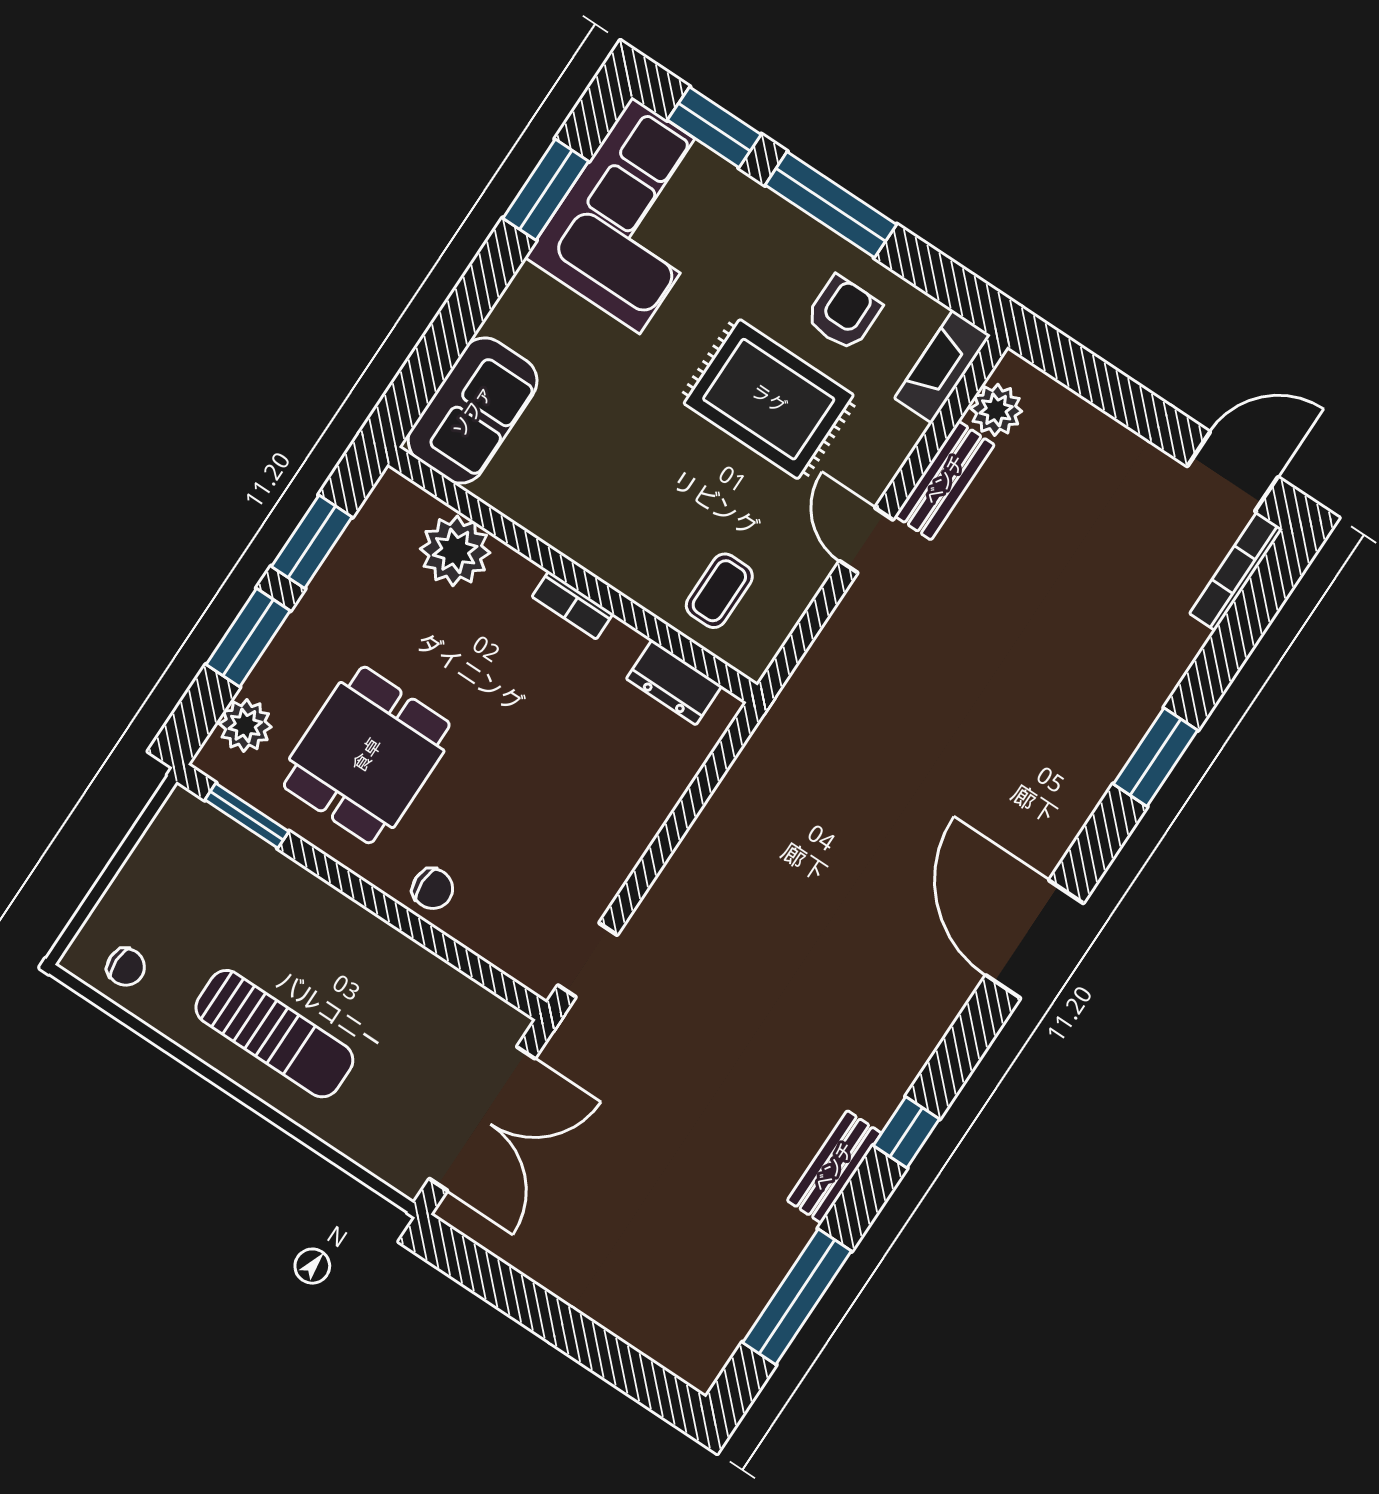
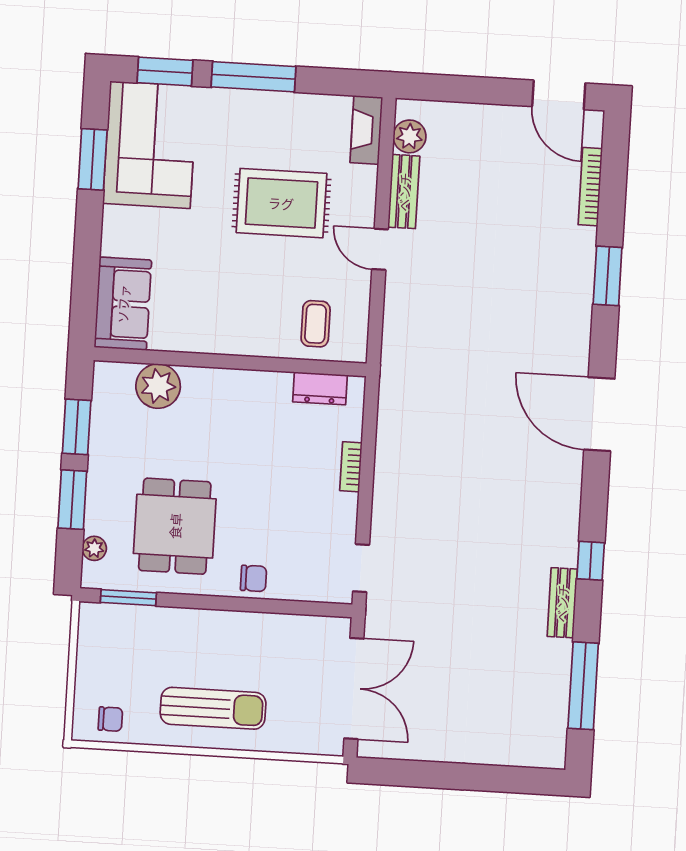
armchair: (844, 313) -> (295, 132), removed
door: (1233, 472) -> (559, 95), swing flipped
bookcase: (1236, 571) -> (590, 187), moved
bookcase: (572, 605) -> (351, 467), moved, turned 90
plant: (245, 725) -> (94, 548), width x0.73, depth x0.73

